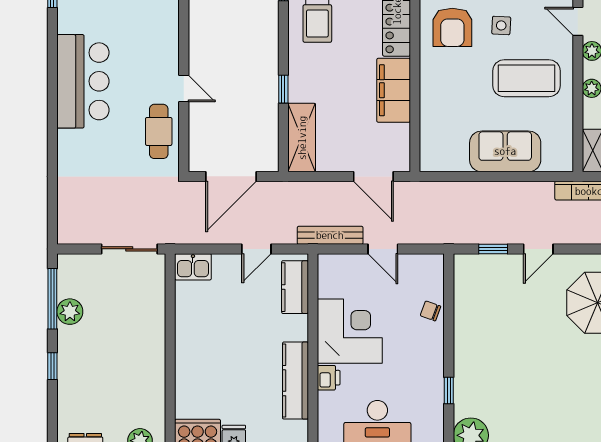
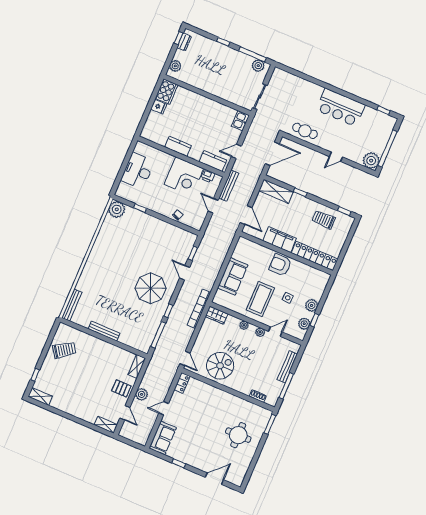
armchair: (452, 27) -> (280, 265), moved
door: (184, 89) -> (336, 157), moved
door: (231, 176) -> (272, 154), swing flipped
door: (373, 176) -> (246, 215), swing flipped
door: (256, 249) -> (236, 151), hinge flipped
door: (383, 249) -> (213, 206), hinge flipped
plant: (70, 312) -> (258, 66), moved
printer: (329, 378) -> (208, 176), moved
kitchen counter: (295, 381) -> (178, 146), width x0.67

